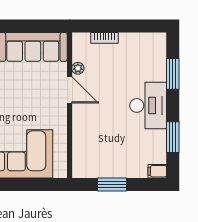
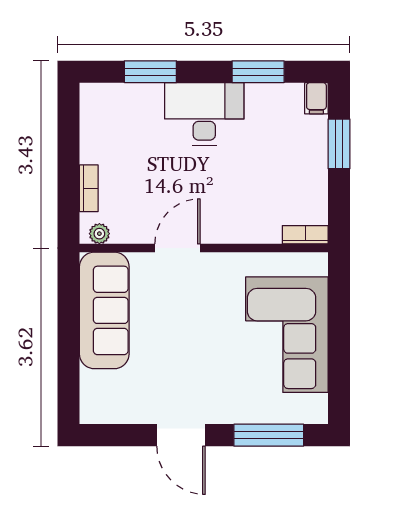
plant: (78, 68) -> (99, 234), moved
bookcase: (77, 165) -> (305, 235), added
window: (112, 185) -> (339, 144), moved

